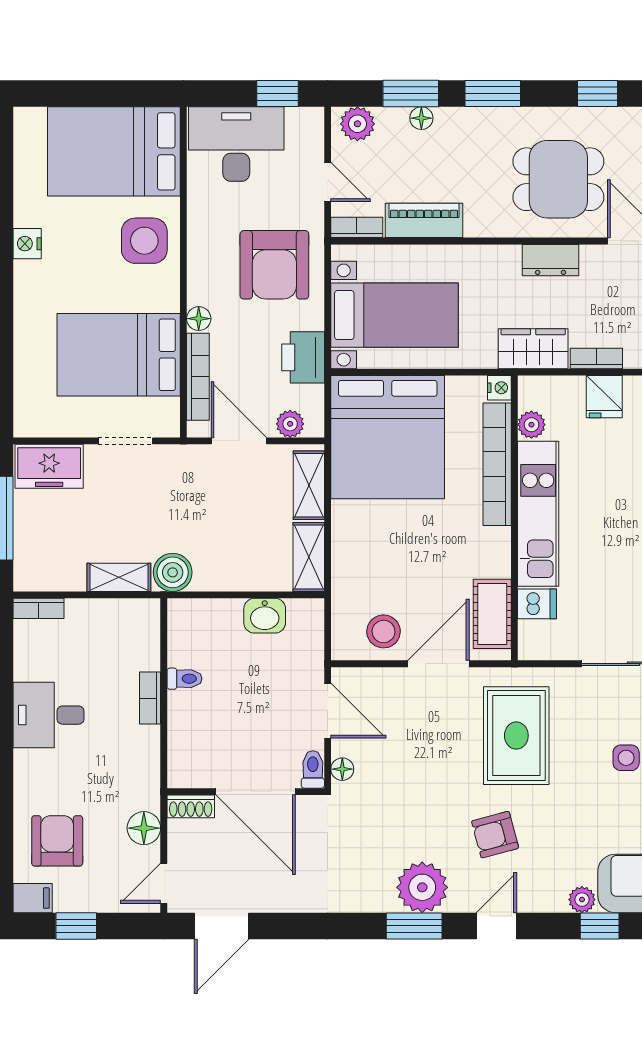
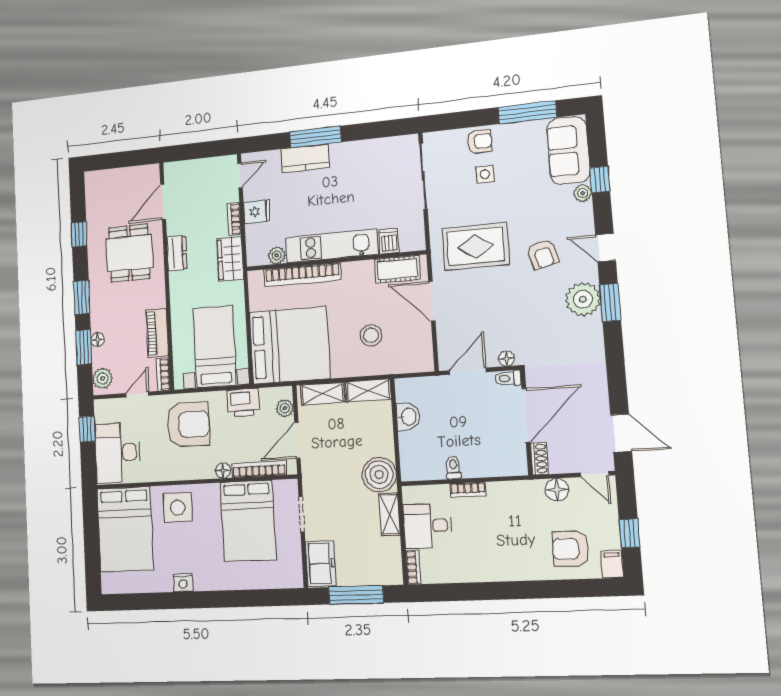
nightstand: (499, 388) -> (255, 278), removed
boiler: (173, 572) -> (379, 475), width x1.37, depth x1.37
stool: (384, 631) -> (371, 335), moved
desk: (48, 715) -> (427, 526), moved, turned 90

